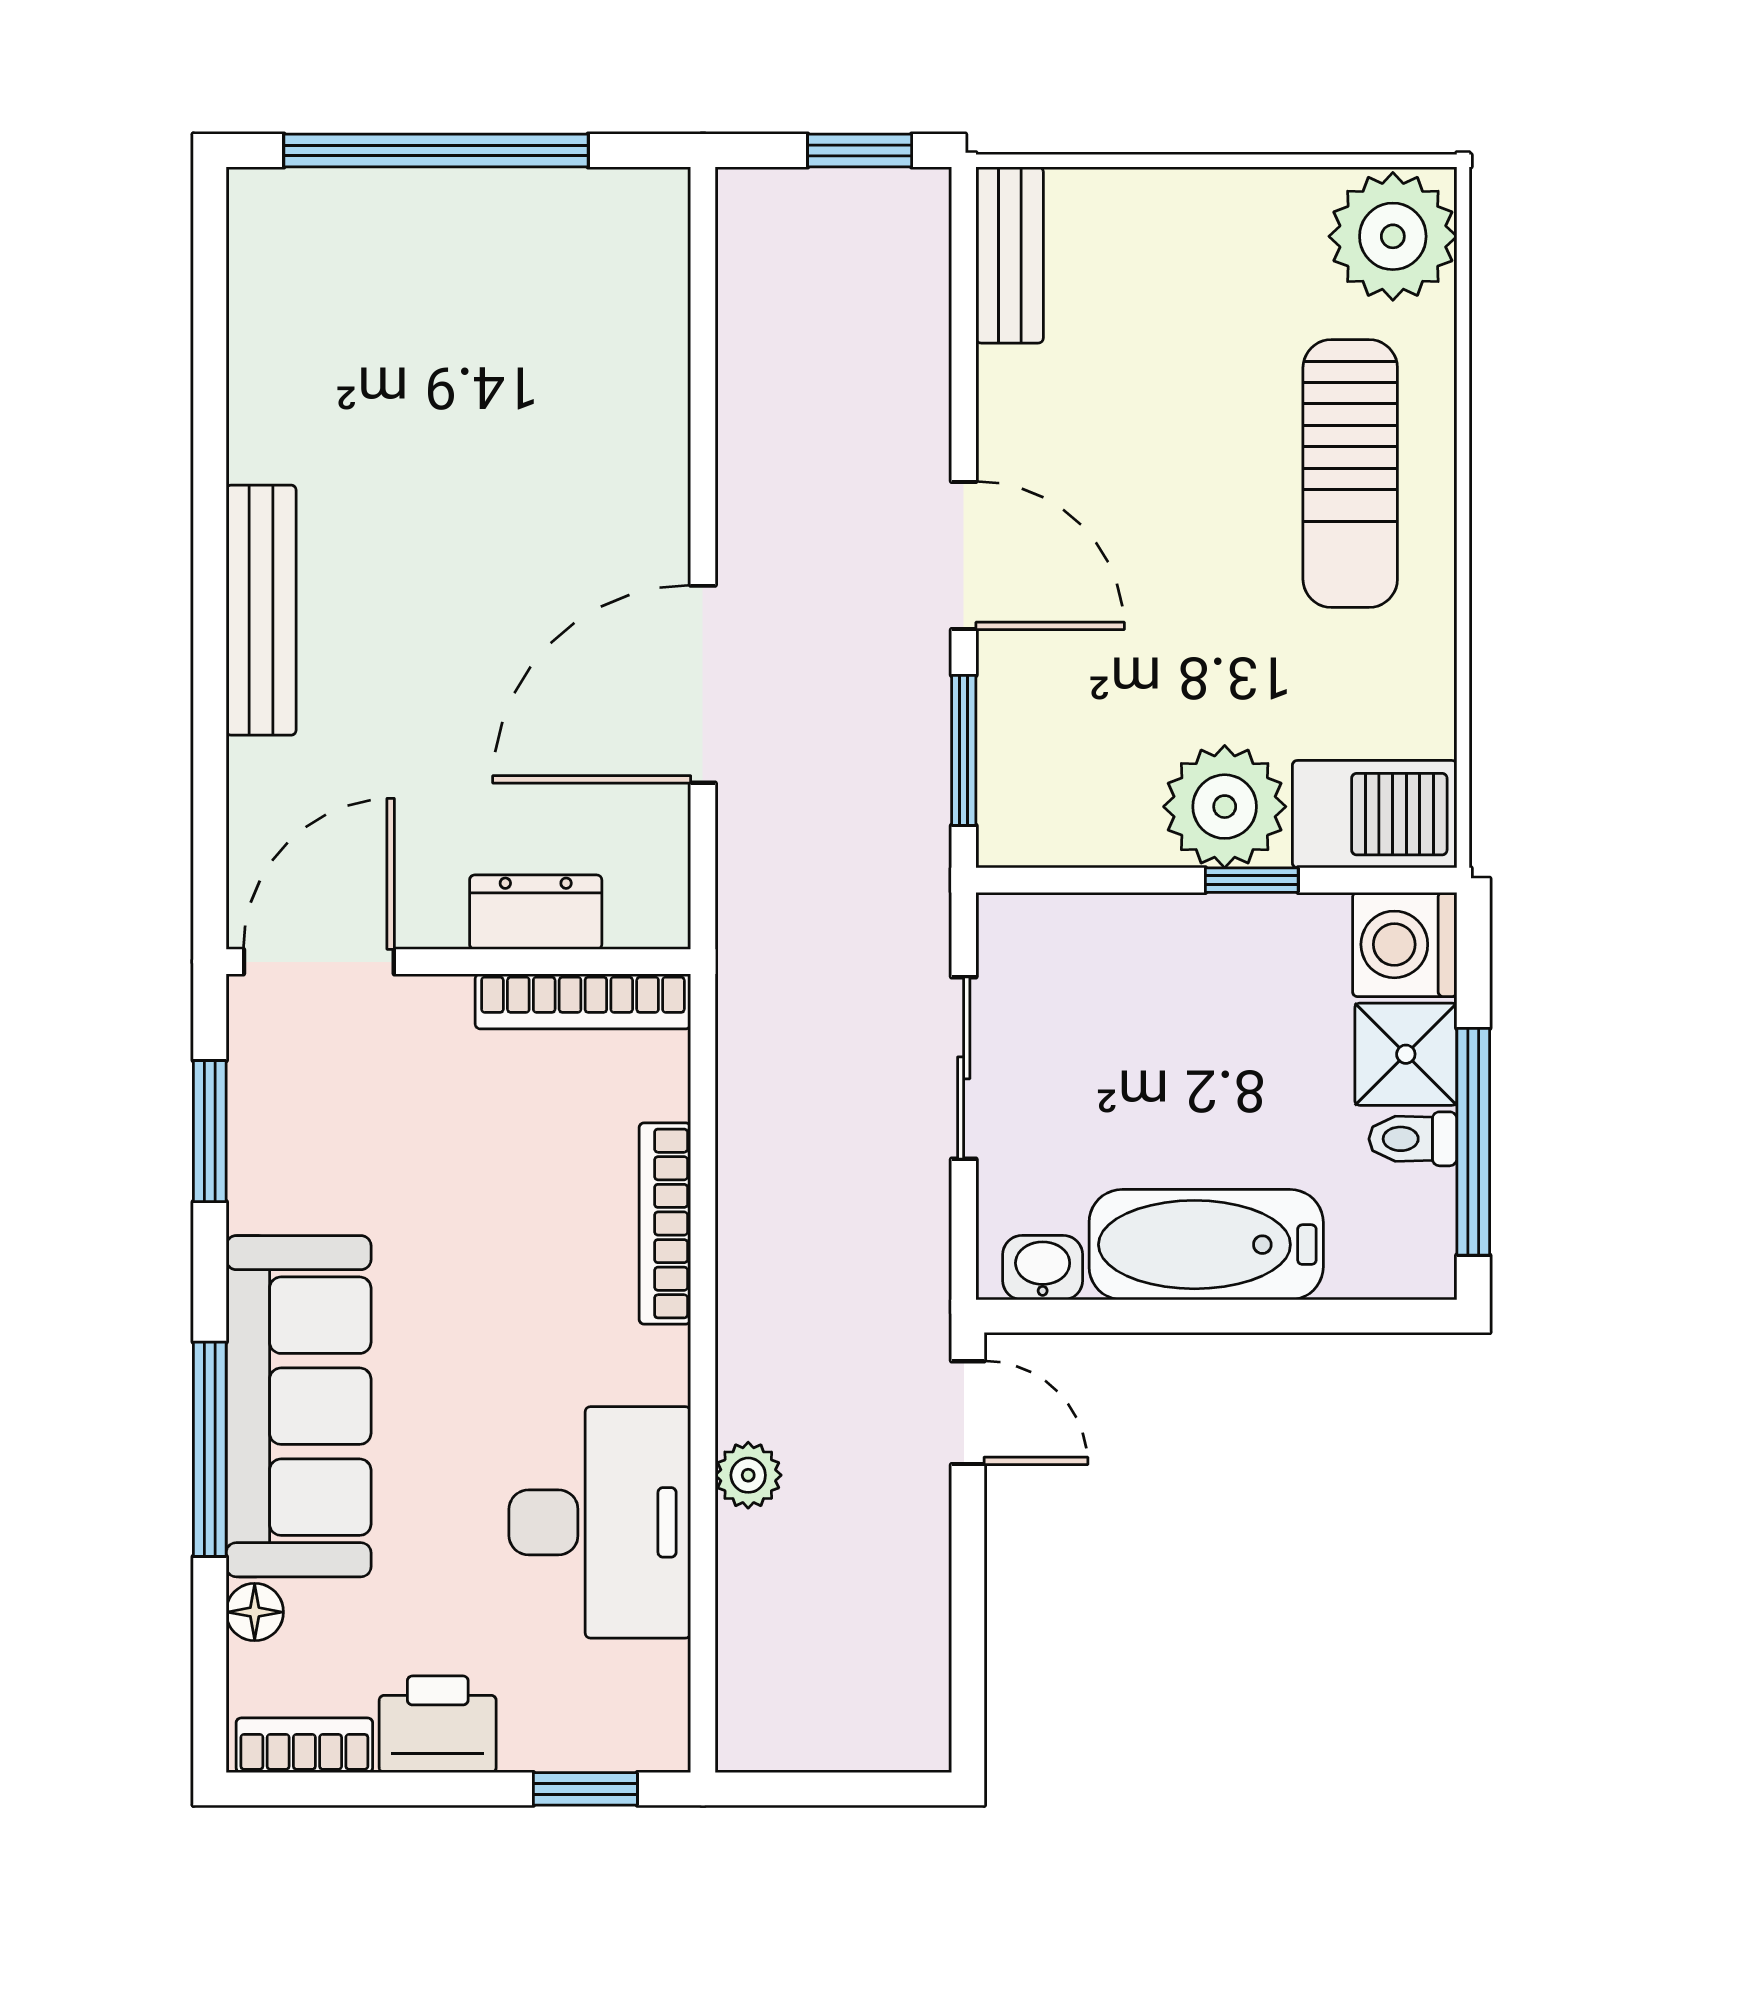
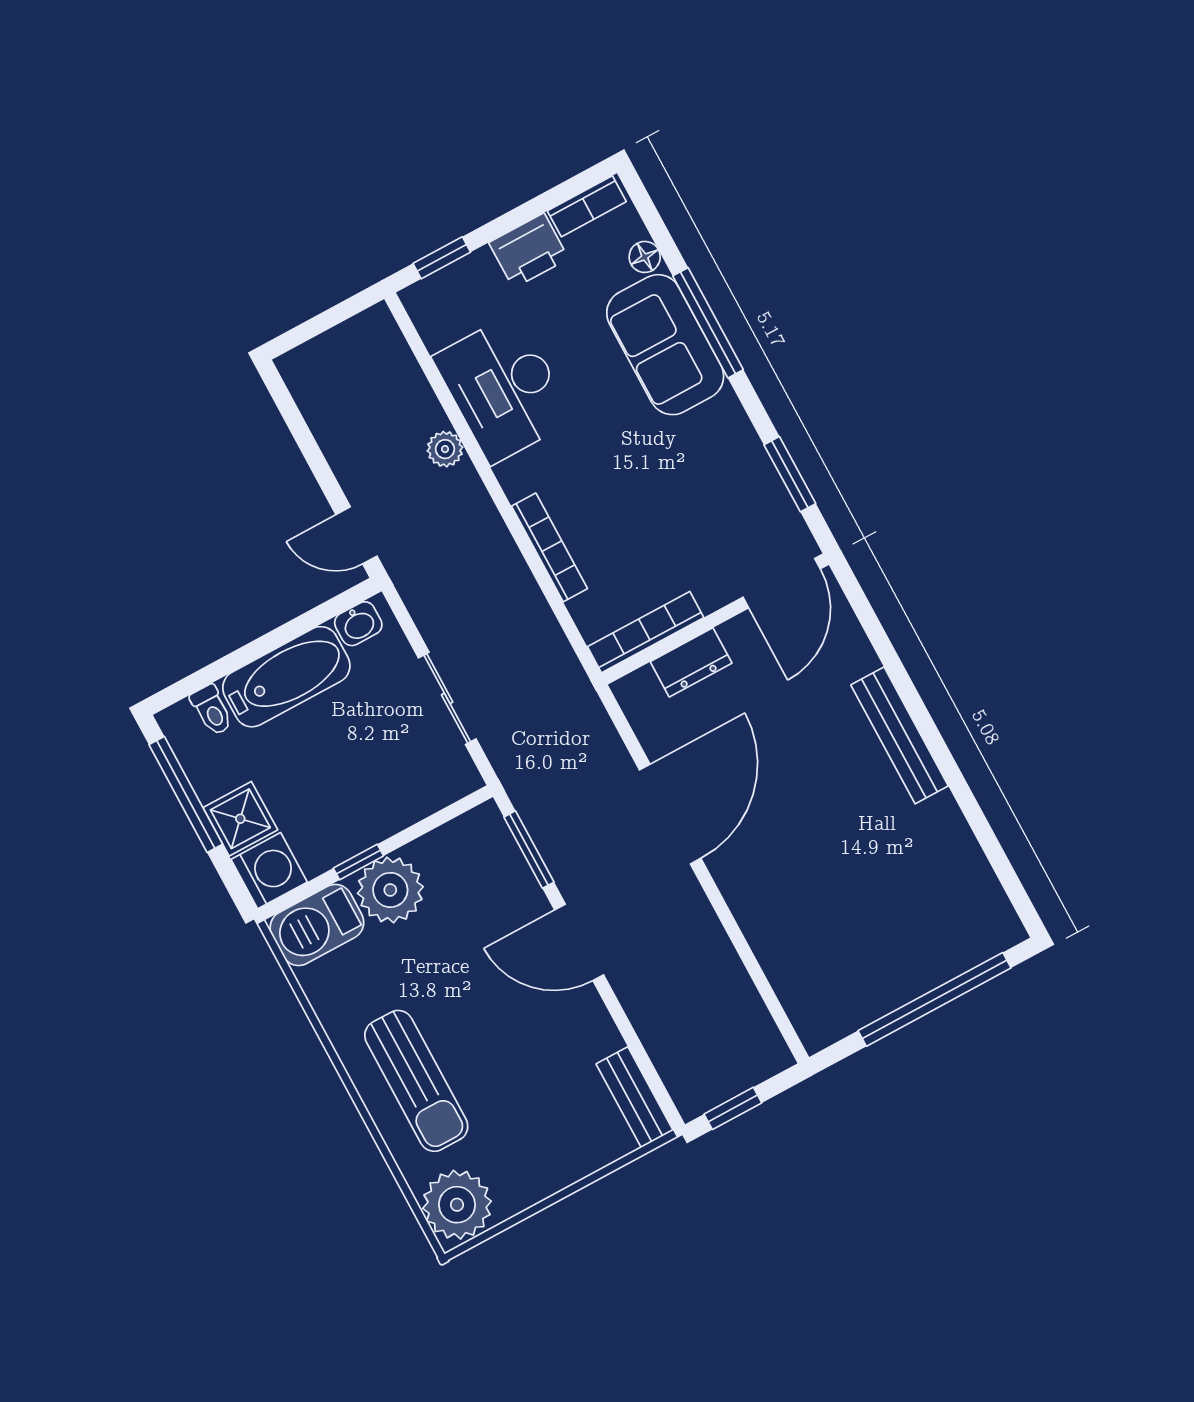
sun lounger: (1350, 473) -> (416, 1081), turned 180
toilet: (1413, 1139) -> (212, 710), moved, turned 90
sofa: (299, 1406) -> (665, 345), width x0.73

